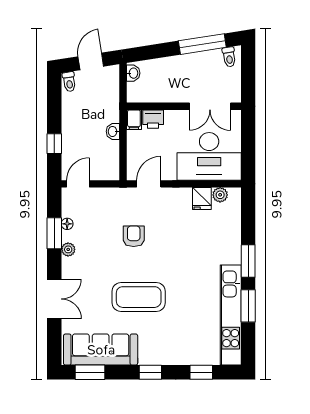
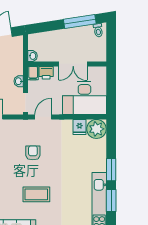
washbasin: (133, 73) -> (33, 56), moved
double door: (210, 106) -> (73, 64), moved
doorway: (123, 163) -> (26, 102), added
plant: (220, 195) -> (96, 129), width x1.88, depth x1.88
coffee table: (139, 297) -> (36, 194), width x0.73, depth x0.76

